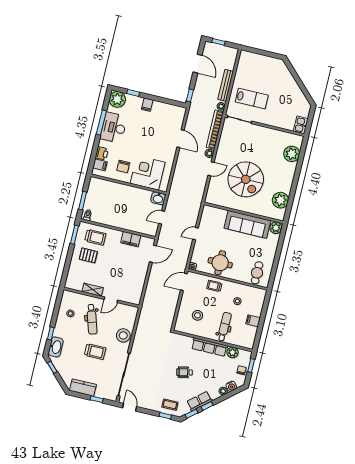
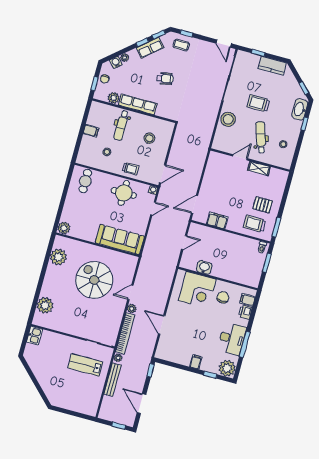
washbasin: (158, 198) -> (204, 267), moved
sofa: (247, 224) -> (120, 240), moved
door: (196, 234) -> (153, 209), moved

